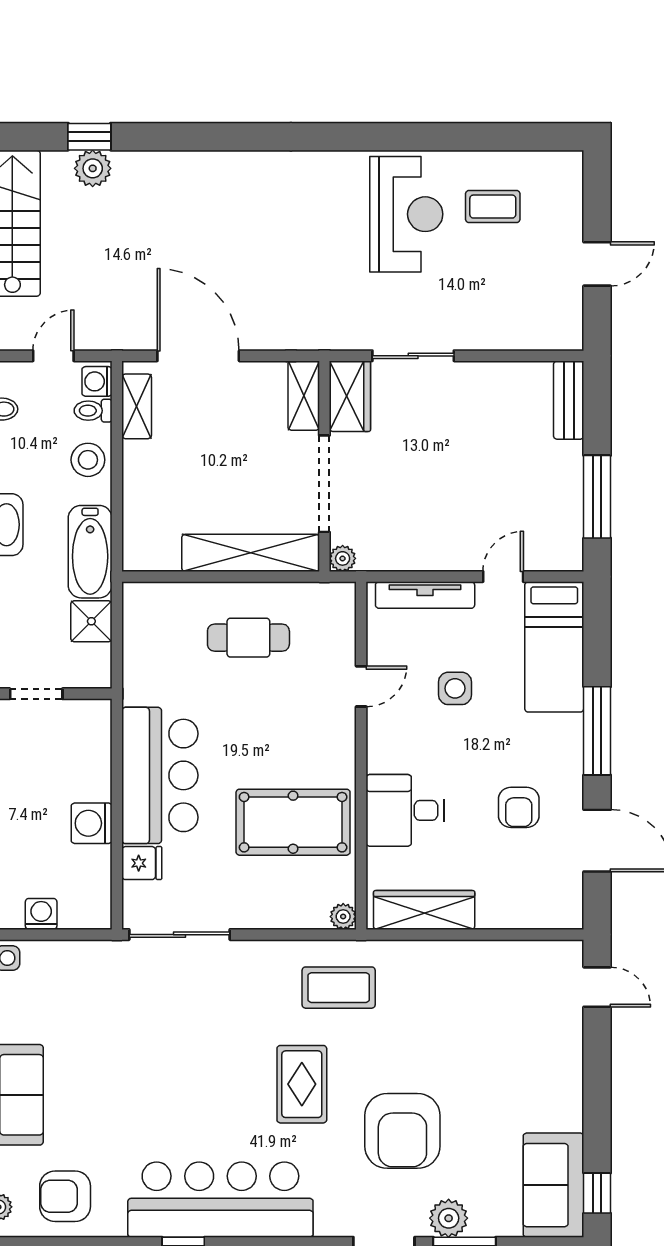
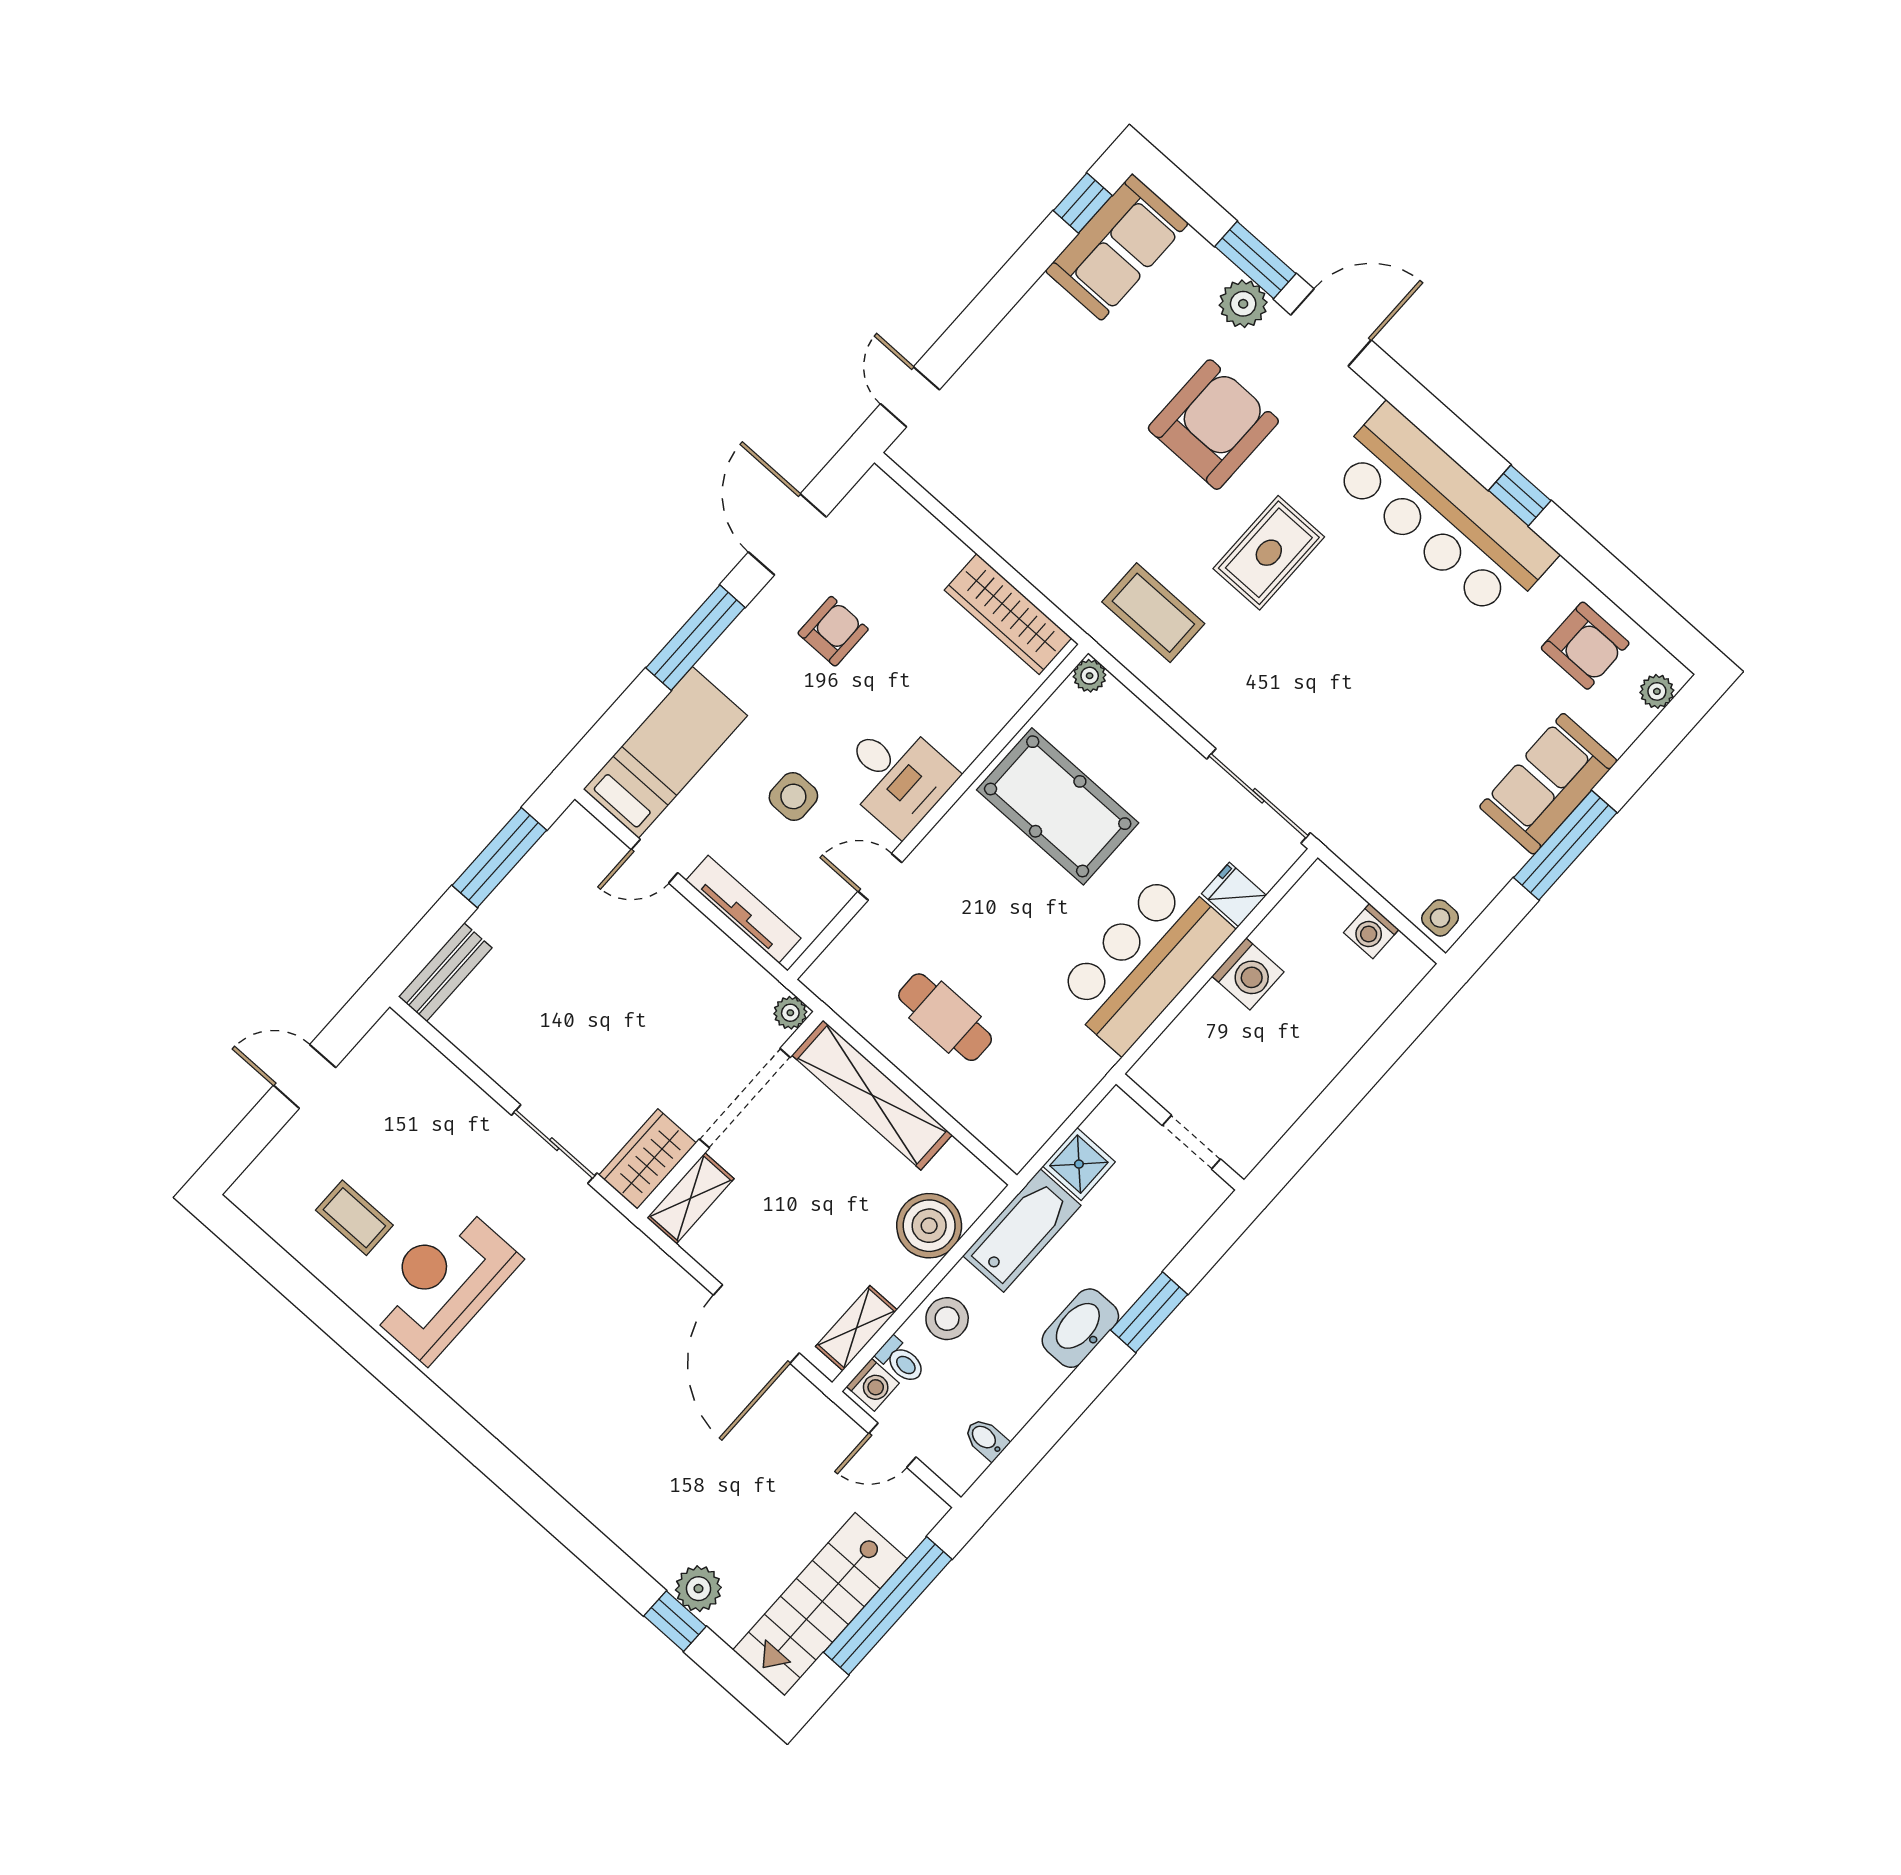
boiler: (148, 505) -> (929, 1226), added
desk: (405, 810) -> (896, 776), moved

